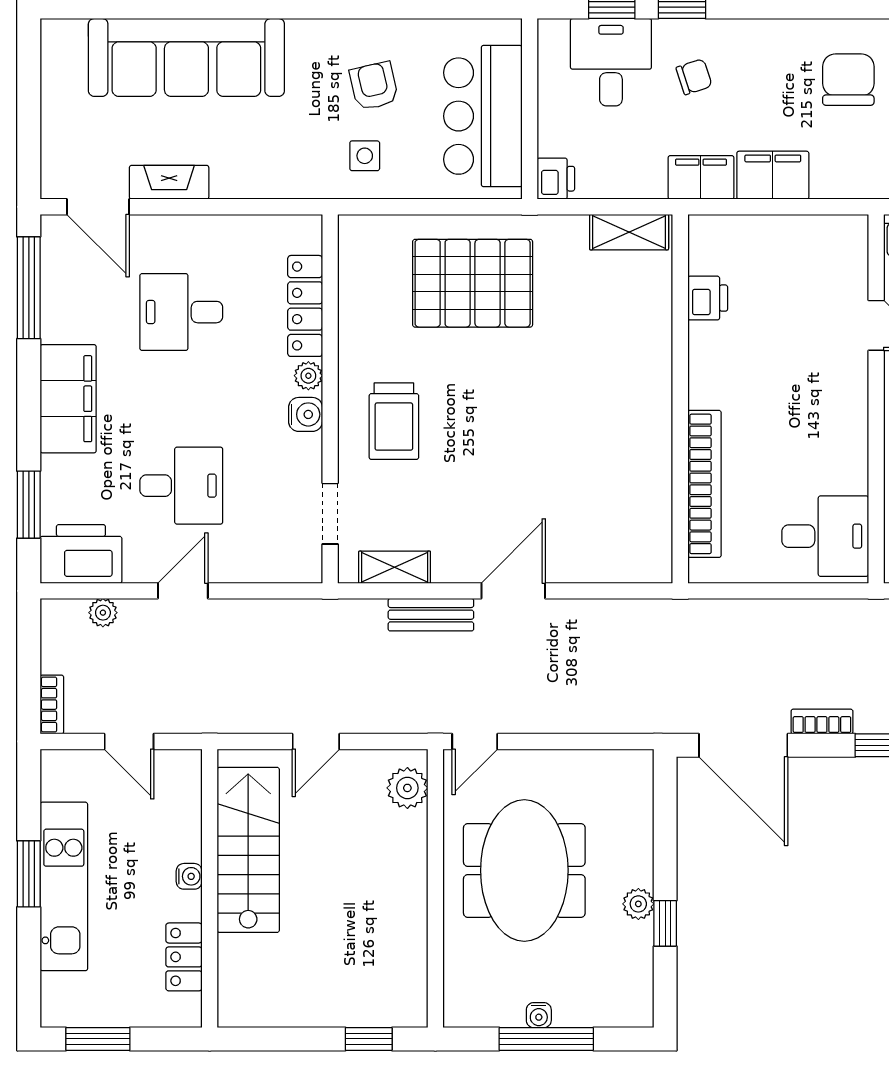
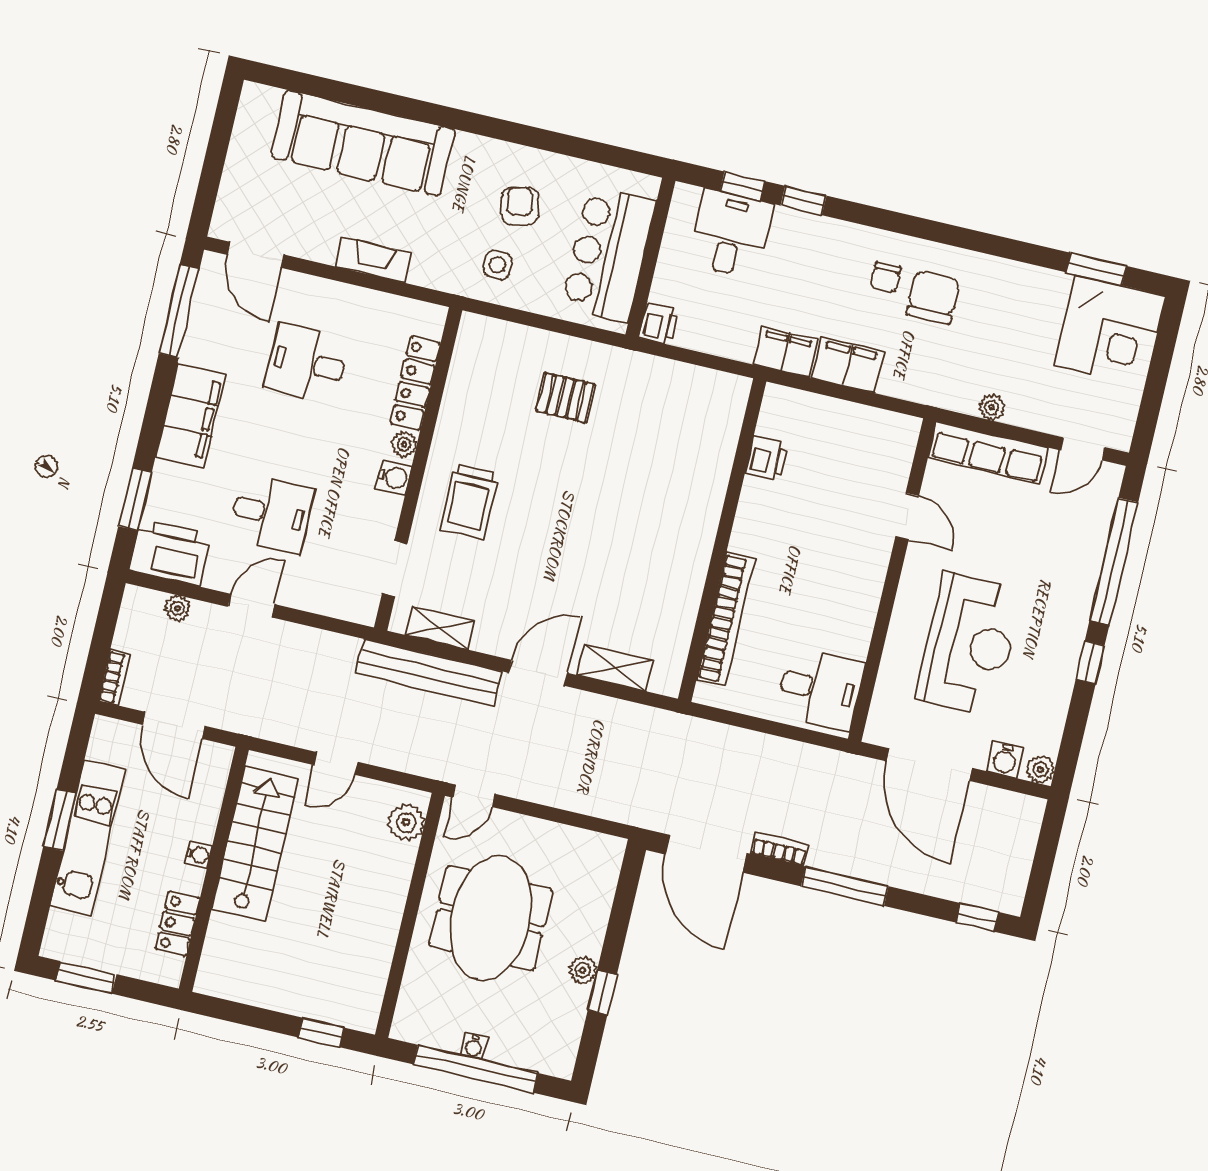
chair: (694, 77) -> (886, 277), moved, turned 108
fireplace: (169, 182) -> (373, 260), moved
shelving: (629, 232) -> (615, 668), moved
pallet: (473, 283) -> (565, 397), width x0.49, depth x0.50
bench: (431, 615) -> (429, 672), width x1.86, depth x1.21
door: (129, 741) -> (174, 725), width x1.38
window: (546, 1039) -> (476, 1069), width x1.46

